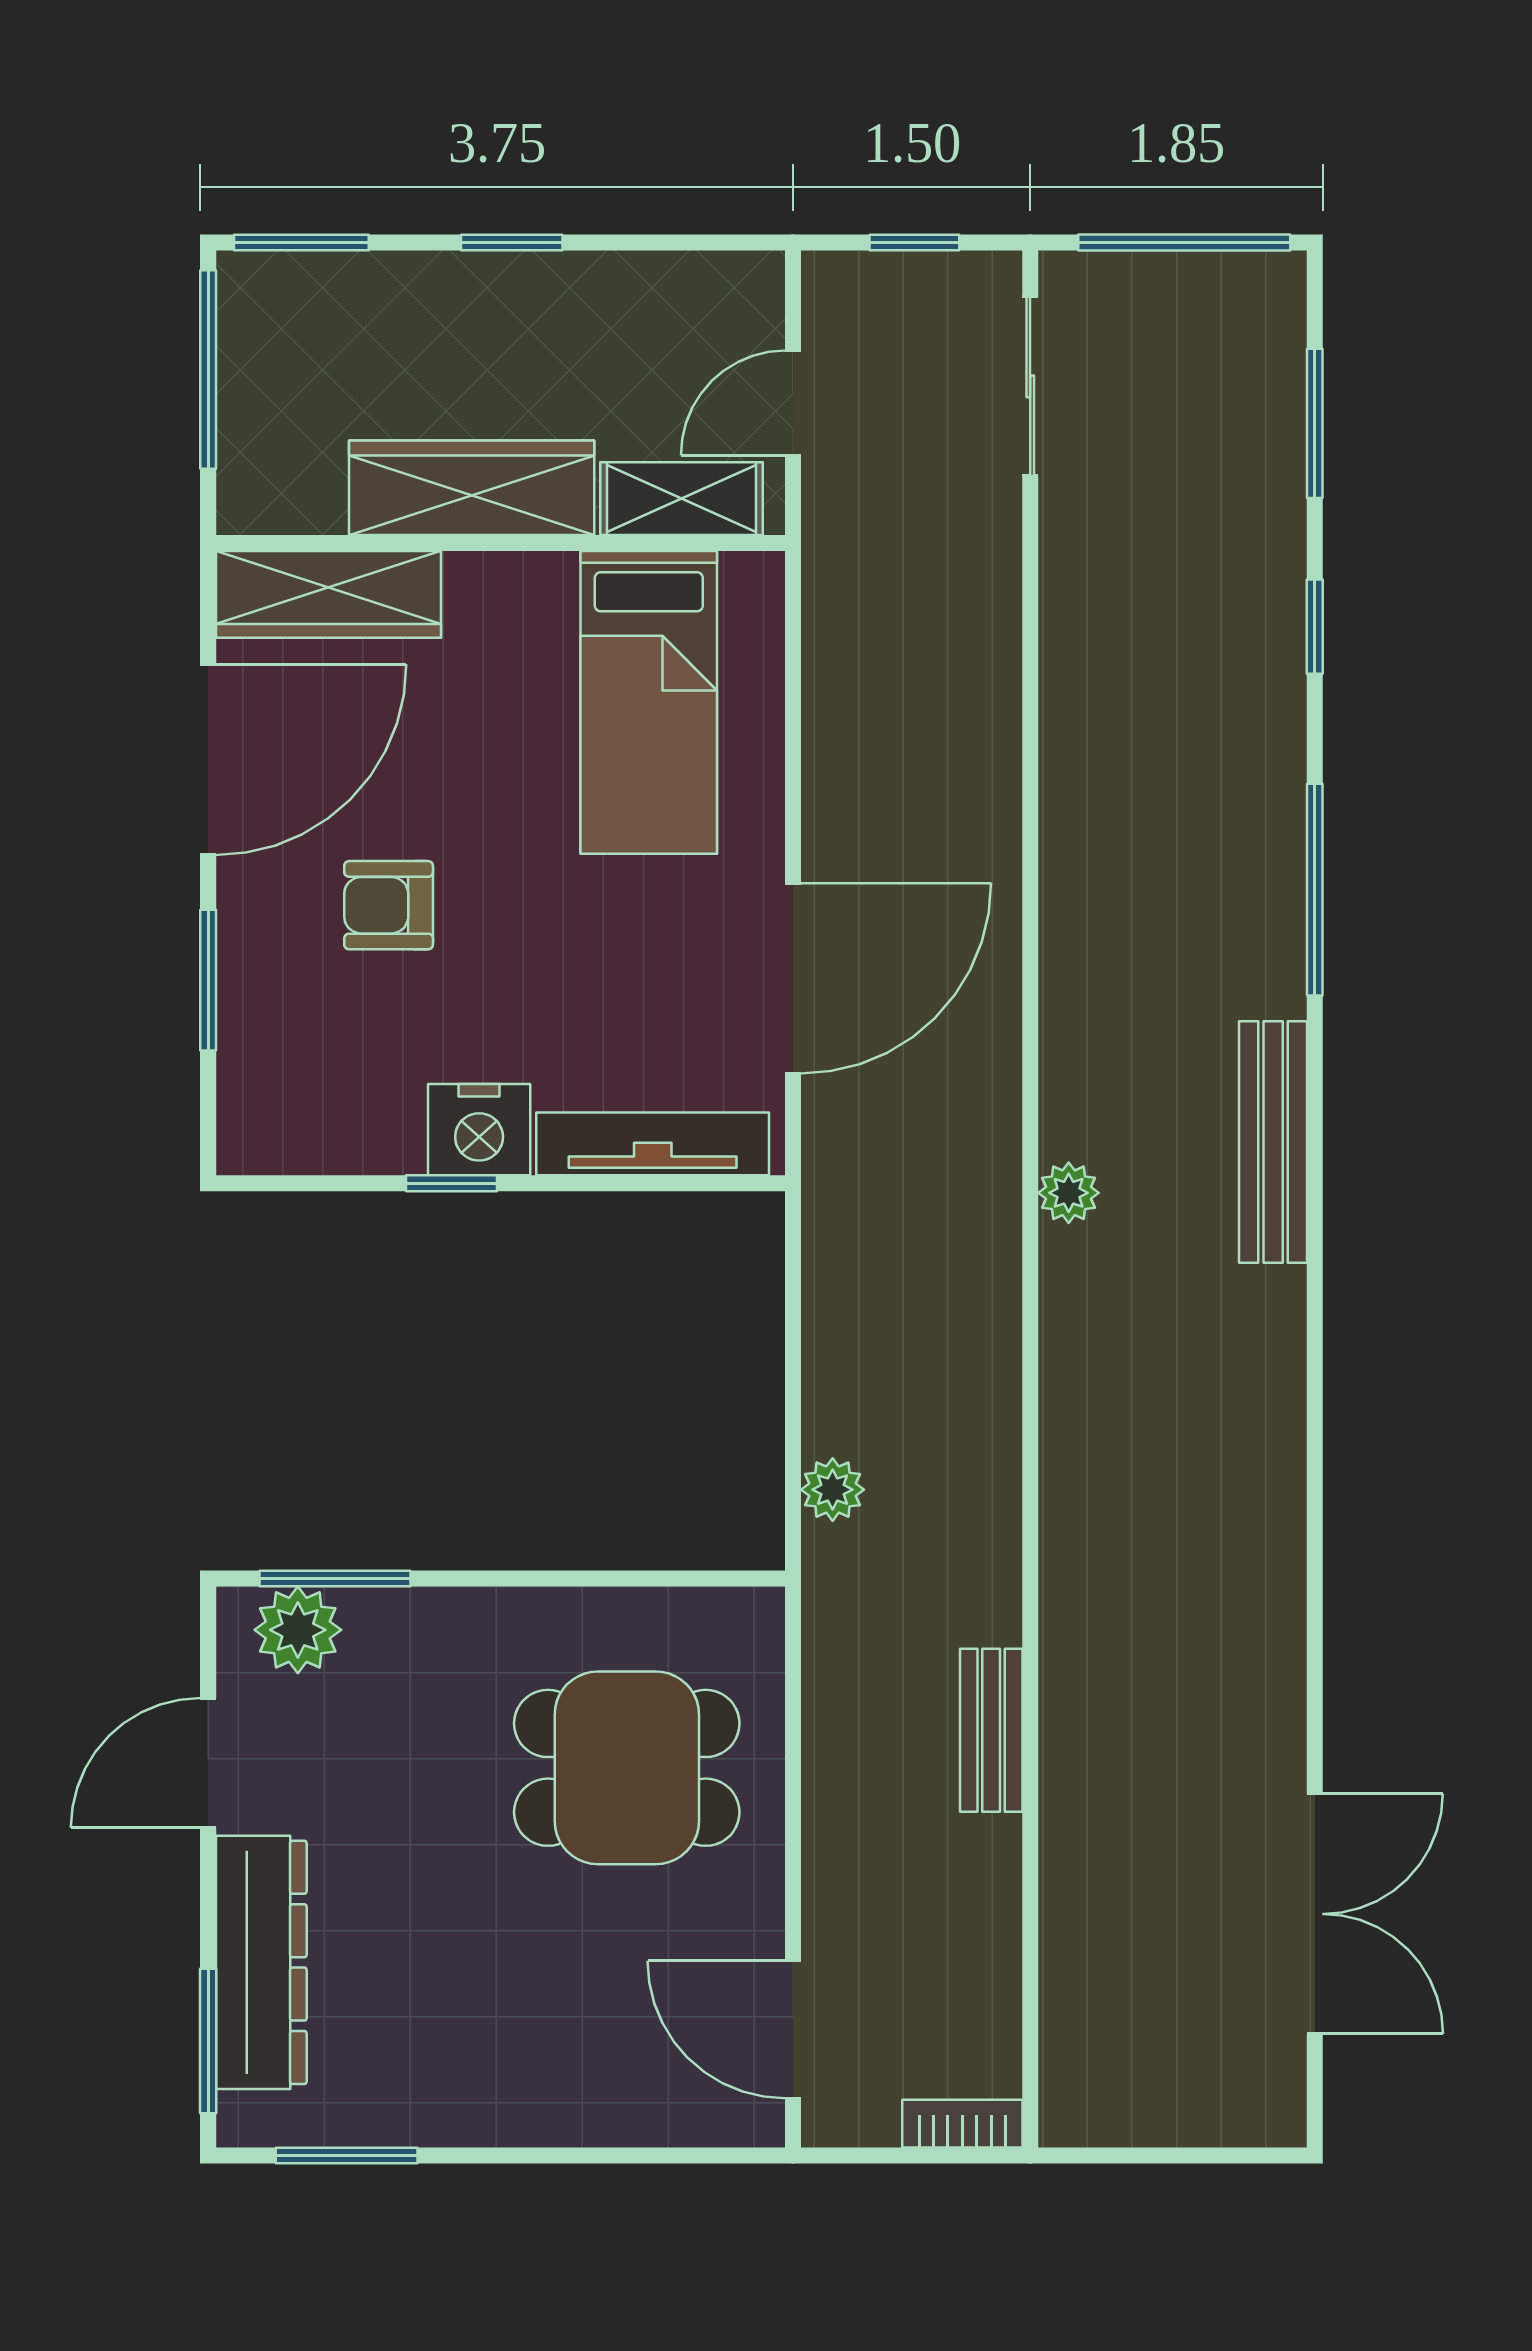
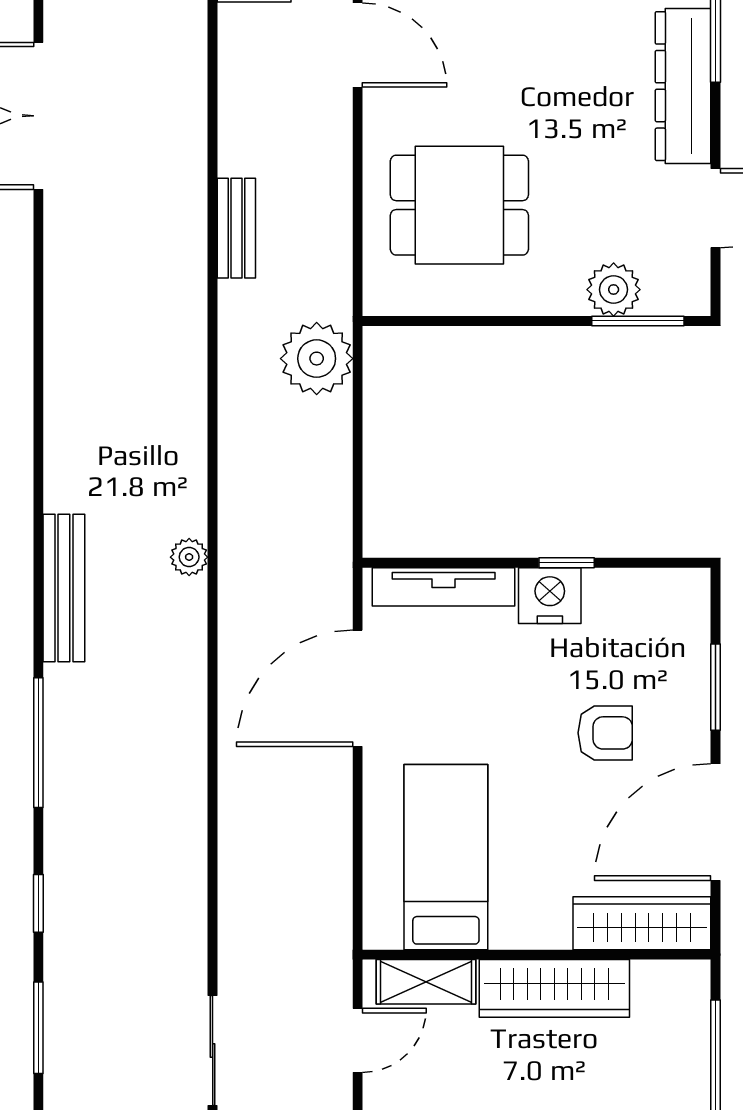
plant: (833, 1490) -> (317, 359), width x1.88, depth x1.88
plant: (298, 1630) -> (614, 290), moved

